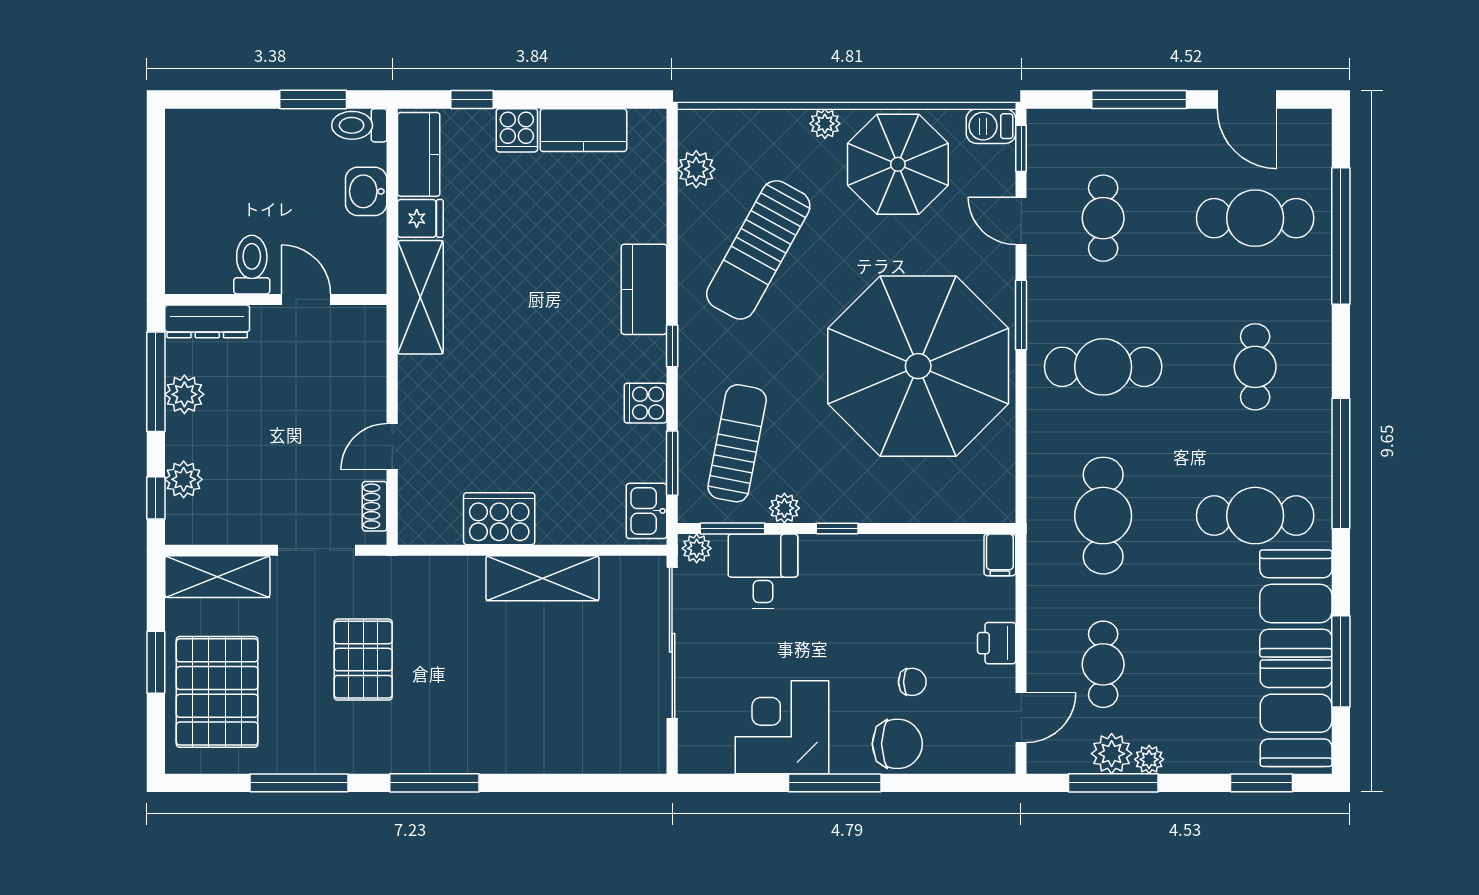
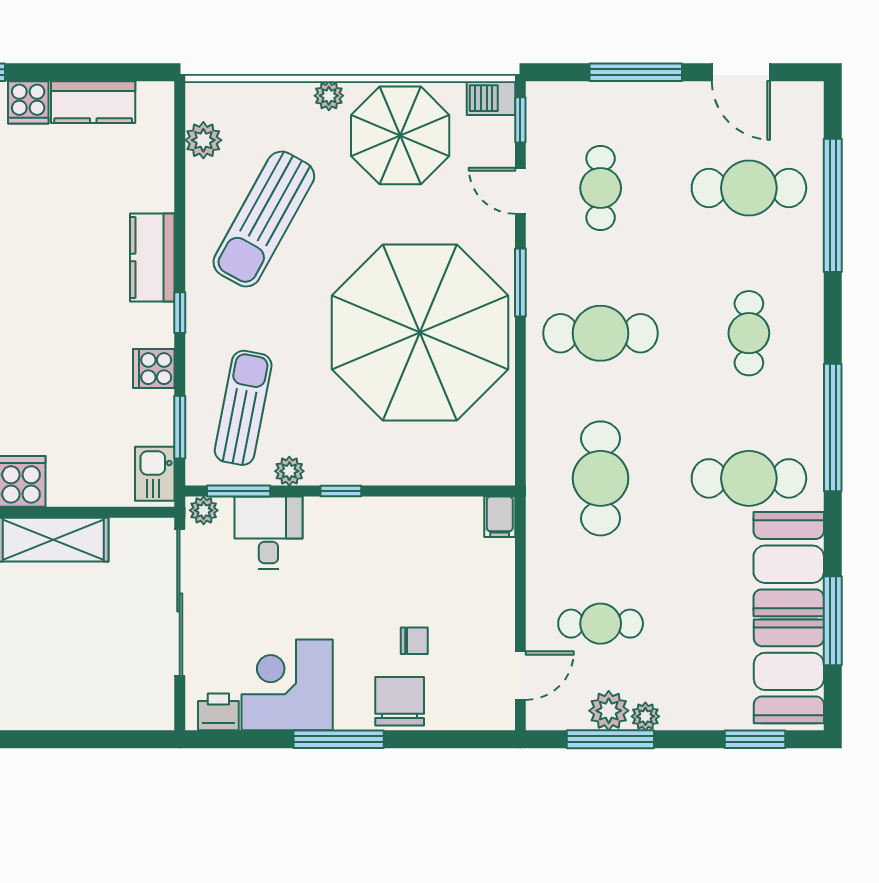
printer: (997, 643) -> (218, 712), moved, turned 90
cafe table: (1103, 664) -> (601, 624), turned 90
chair: (897, 744) -> (400, 701), turned -90

